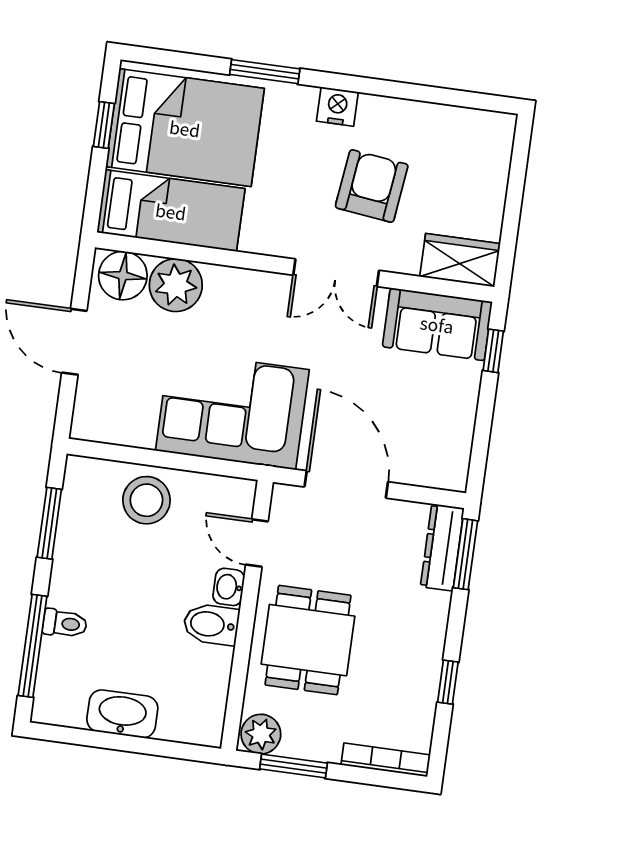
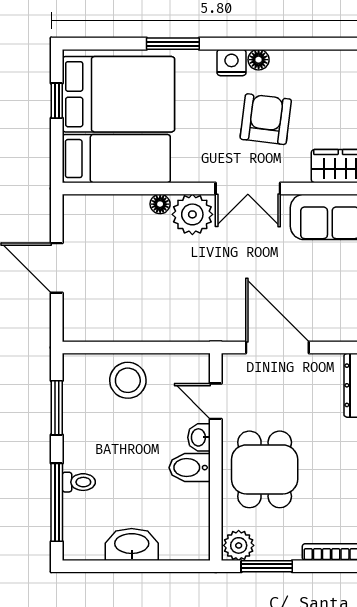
floor lamp: (373, 108) -> (259, 60), added
floor lamp: (123, 276) -> (160, 204), moved, width x0.53, depth x0.53
plant: (176, 285) -> (192, 214), moved
corner sofa: (232, 410) -> (184, 303), removed

